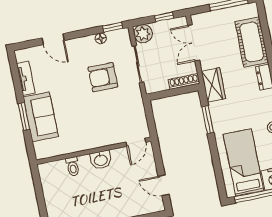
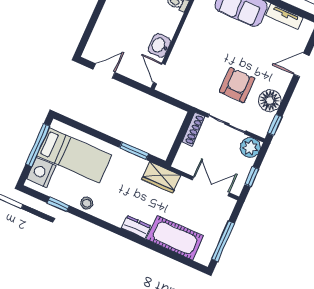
floor lamp: (101, 38) -> (270, 101), width x1.89, depth x1.89
shoe rack: (184, 82) -> (193, 129), moved
washbasin: (101, 160) -> (159, 45), moved

